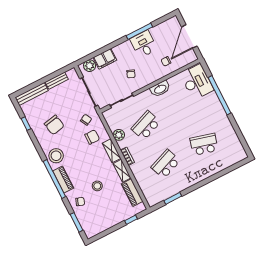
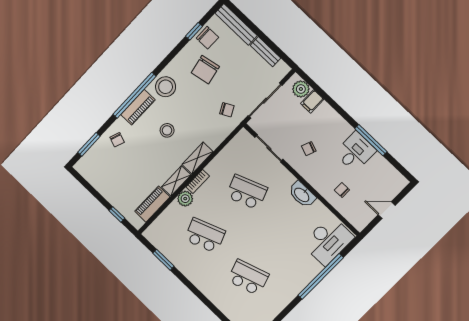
door: (189, 36) -> (387, 210), width x0.53
filing cabinet: (105, 59) -> (312, 101), width x0.50
plant: (119, 135) -> (185, 199), moved
chair: (92, 137) -> (207, 38), moved
school desk: (204, 144) -> (248, 277), turned -33
stool: (97, 186) -> (167, 130), moved

